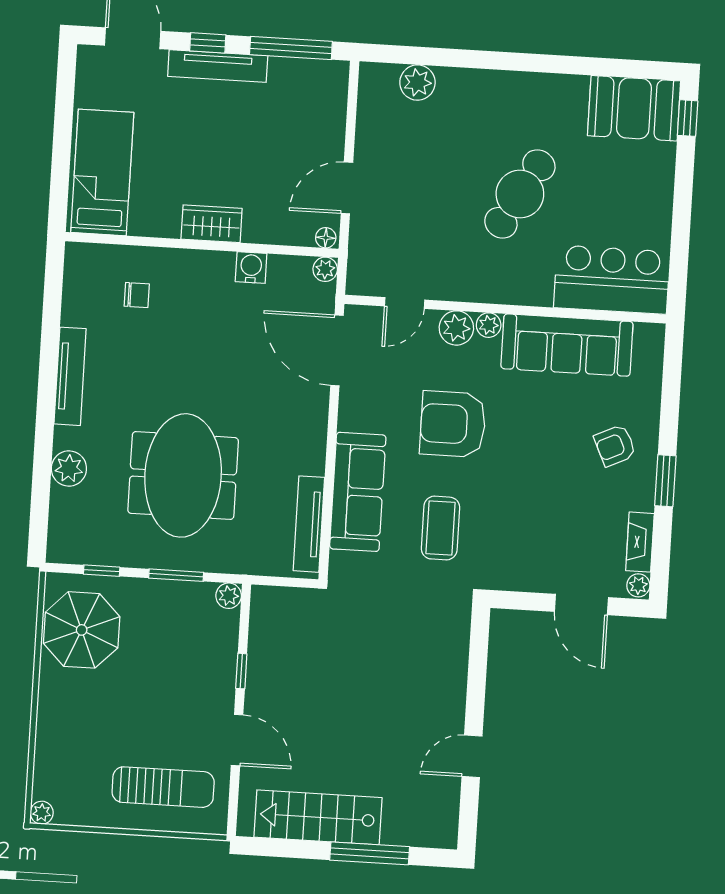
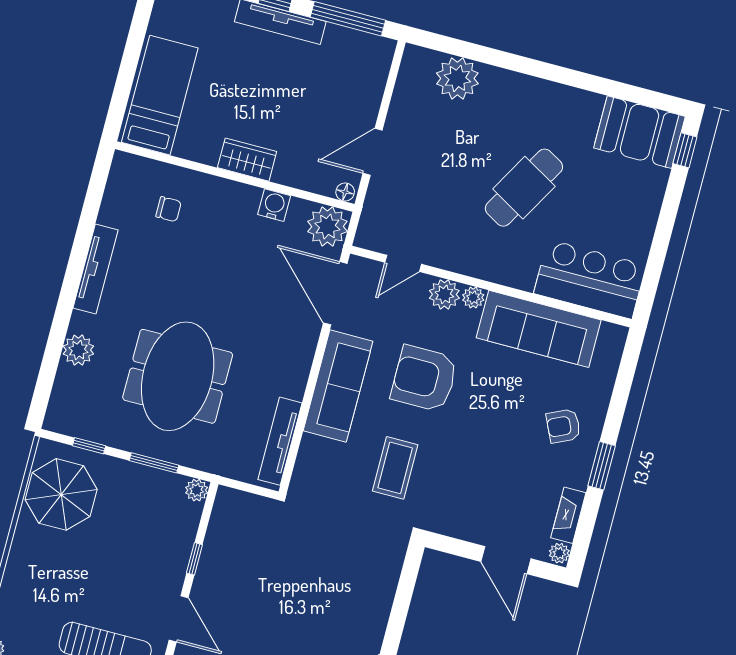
plant: (417, 83) -> (457, 78), width x1.36, depth x1.36
plant: (325, 269) -> (327, 226), width x1.87, depth x1.87
sofa: (358, 492) -> (338, 386), moved

